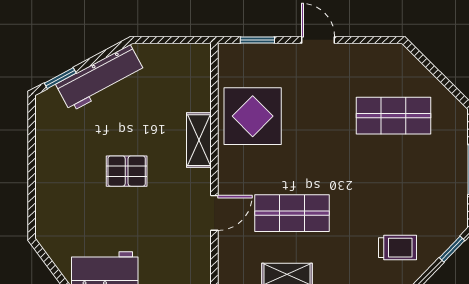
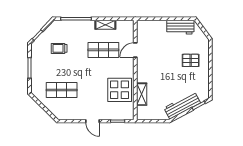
shelving: (199, 140) -> (142, 94), moved
pallet: (127, 171) -> (191, 60), moved
trolley: (398, 248) -> (59, 48), moved

